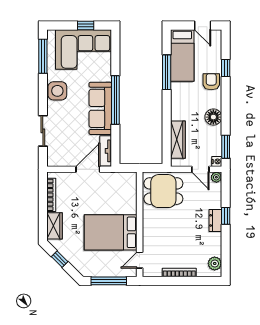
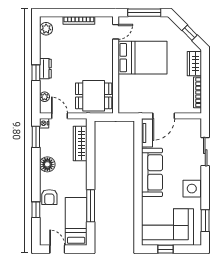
window: (43, 56) -> (205, 221), width x0.69
window: (115, 100) -> (138, 180), removed
plant: (216, 177) -> (45, 97), moved

